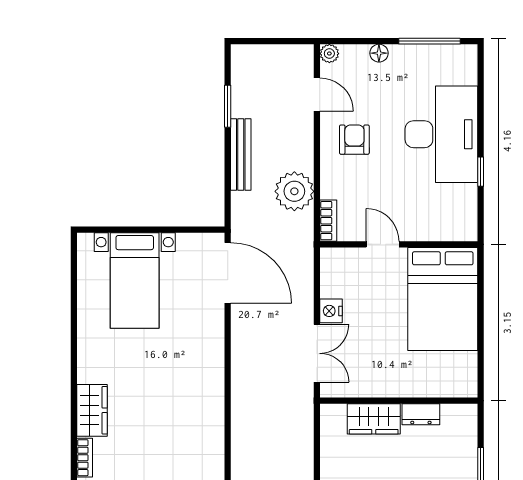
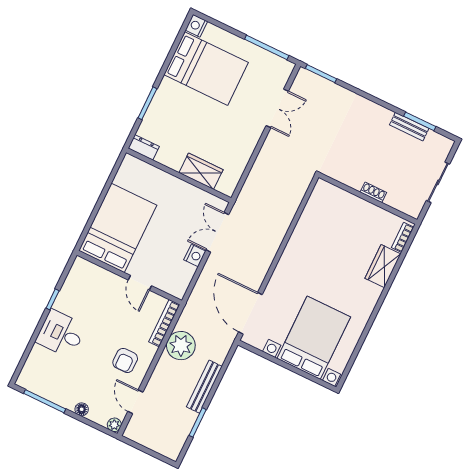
desk: (441, 134) -> (61, 334), width x0.53, depth x0.77
bookcase: (328, 221) -> (164, 323), width x1.56
bed with nightstands: (135, 280) -> (314, 338), width x1.36
dresser: (421, 414) -> (144, 147), moved

